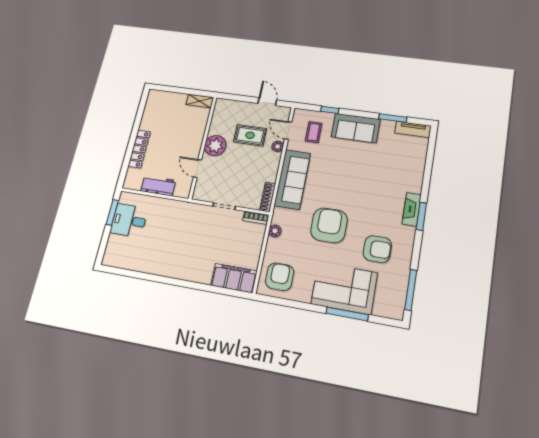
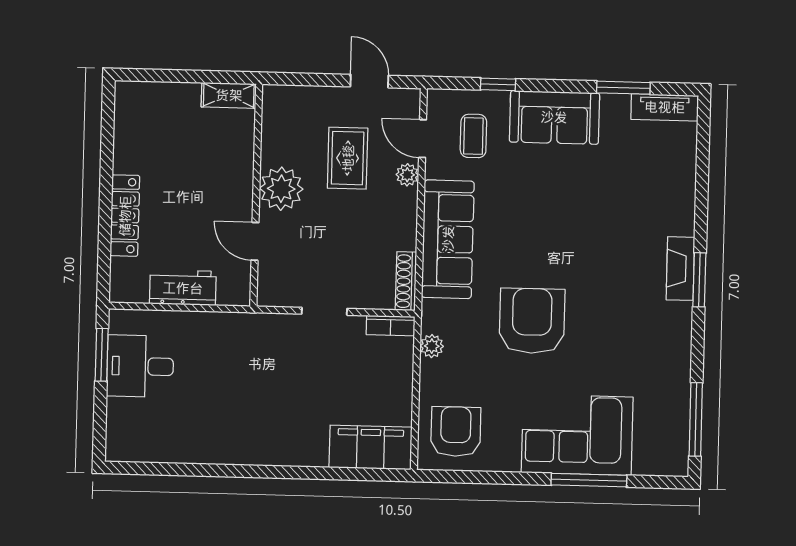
rug: (250, 135) -> (348, 158), turned 90
armchair: (377, 249) -> (627, 353), removed

